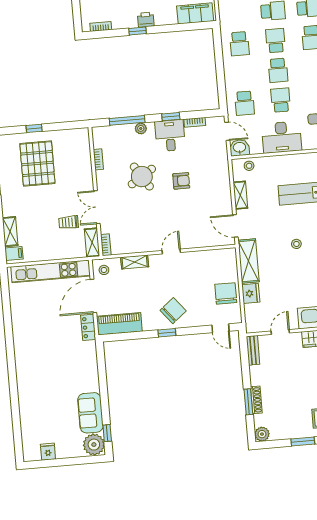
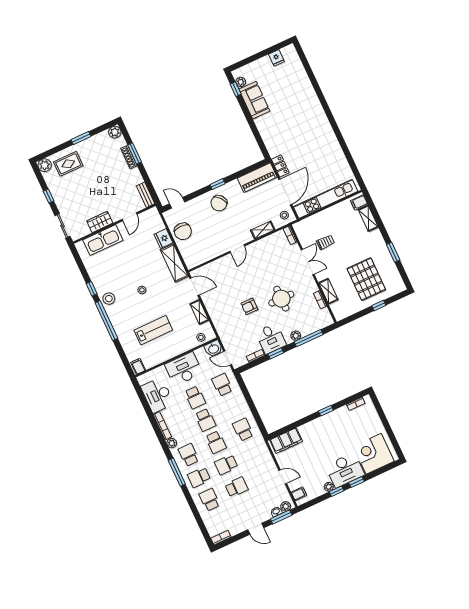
printer: (146, 20) -> (323, 422), removed
school desk: (278, 70) -> (205, 420), turned 180
round table: (142, 177) -> (281, 299), turned 33
shelving: (92, 243) -> (328, 291), moved
plant: (94, 445) -> (241, 82), width x0.53, depth x0.53

